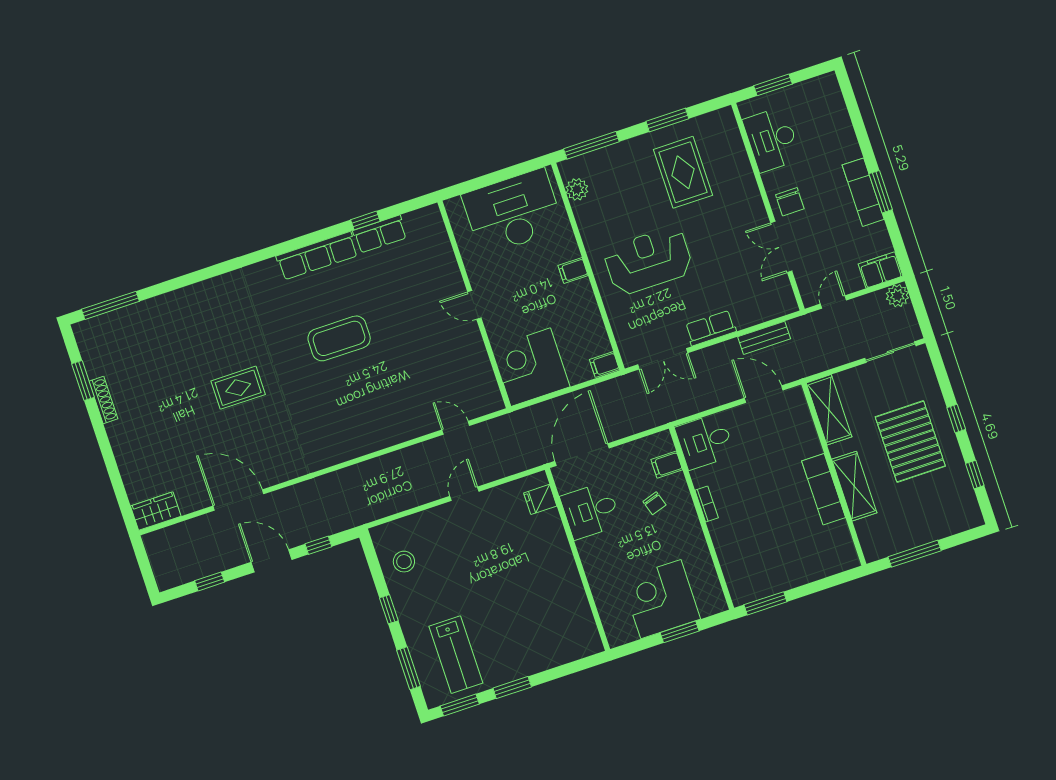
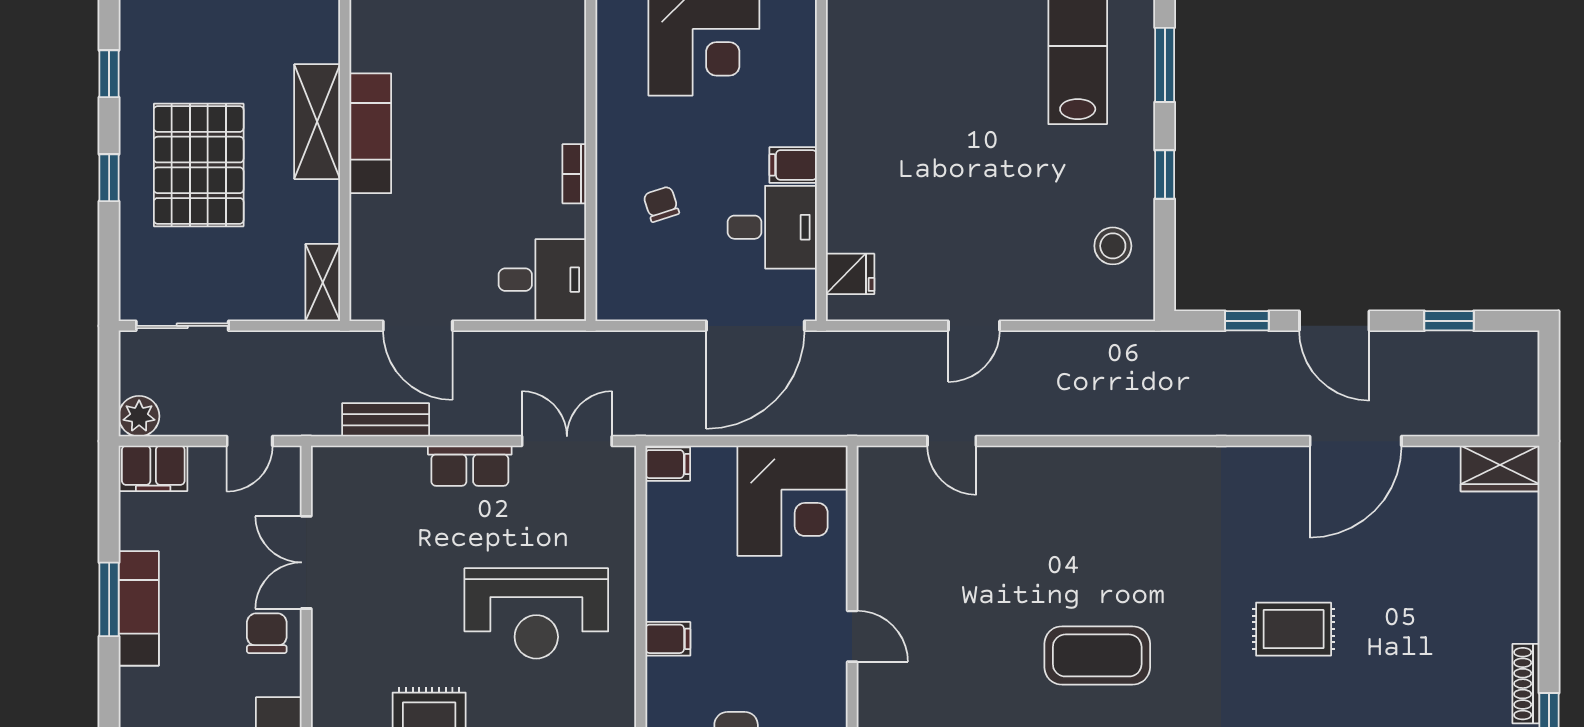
double door: (781, 247) -> (306, 562), swing flipped
shelving: (829, 410) -> (323, 283), width x0.67, depth x0.75
filing cabinet: (667, 465) -> (793, 165), moved, turned 180
door: (238, 500) -> (1356, 441), hinge flipped

